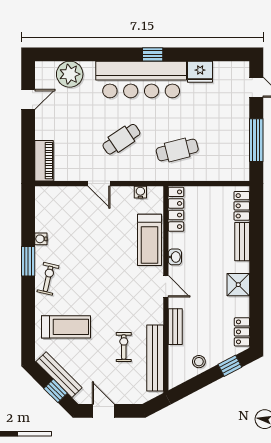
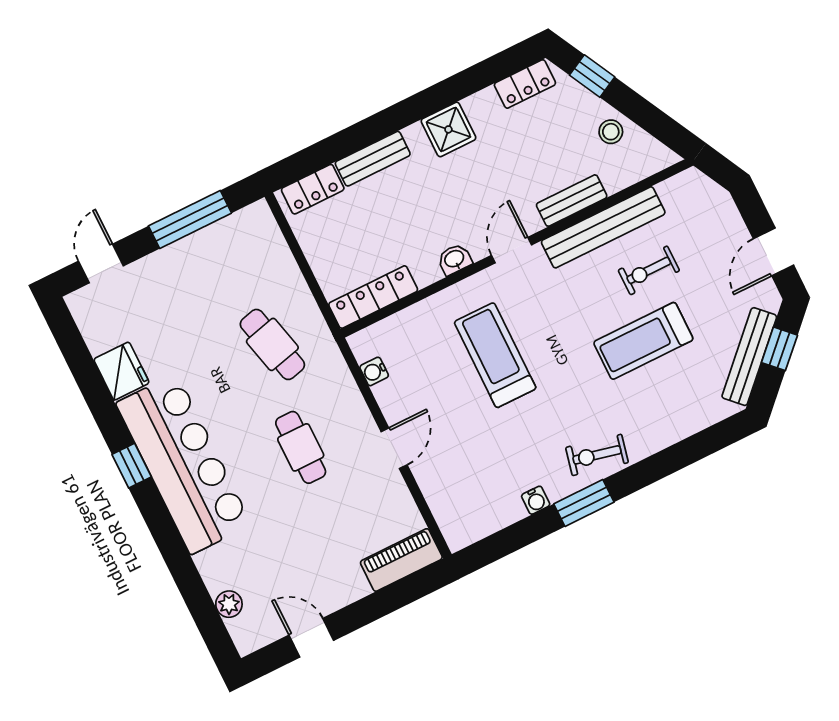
plant: (70, 74) -> (229, 604), width x0.53, depth x0.53
cafe table: (121, 139) -> (301, 447), turned 34
treadmill: (149, 240) -> (495, 355), moved, turned -90
treadmill: (66, 327) -> (643, 341), moved, turned -90
bench: (155, 358) -> (603, 227), moved

